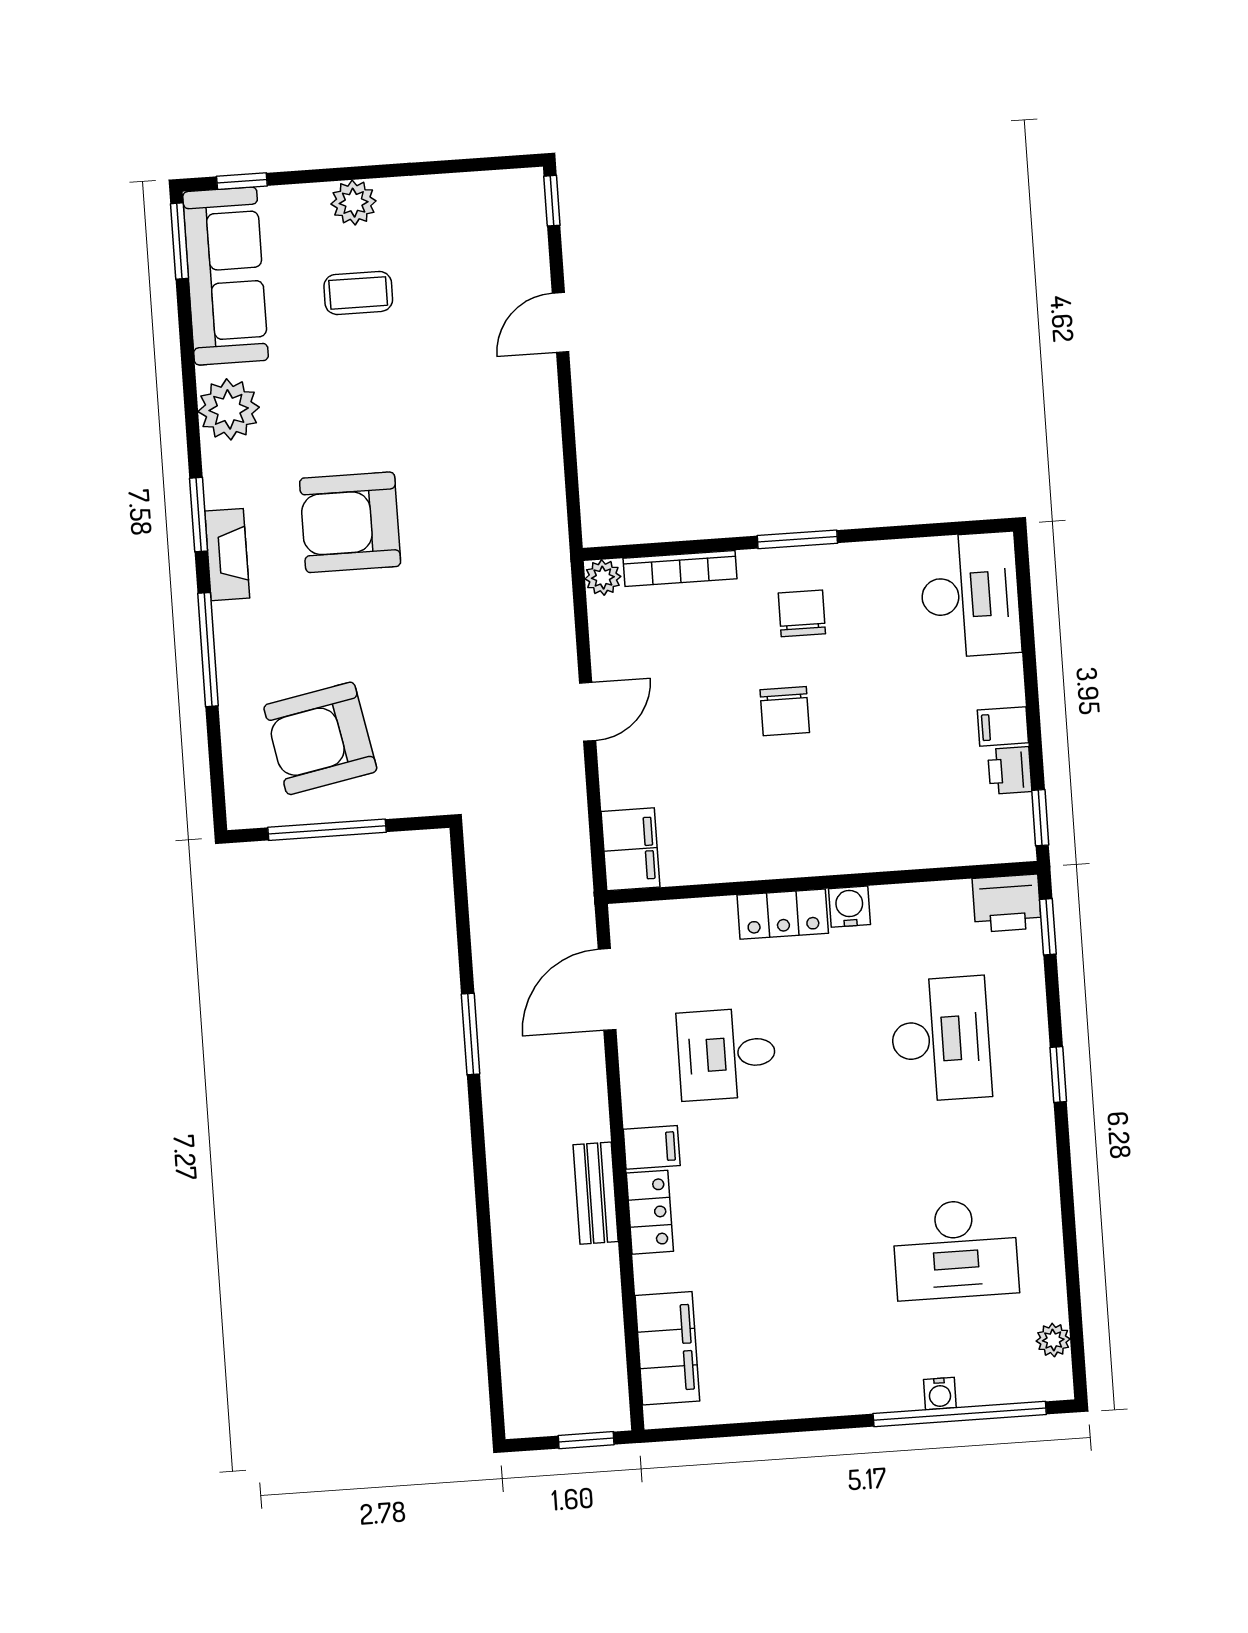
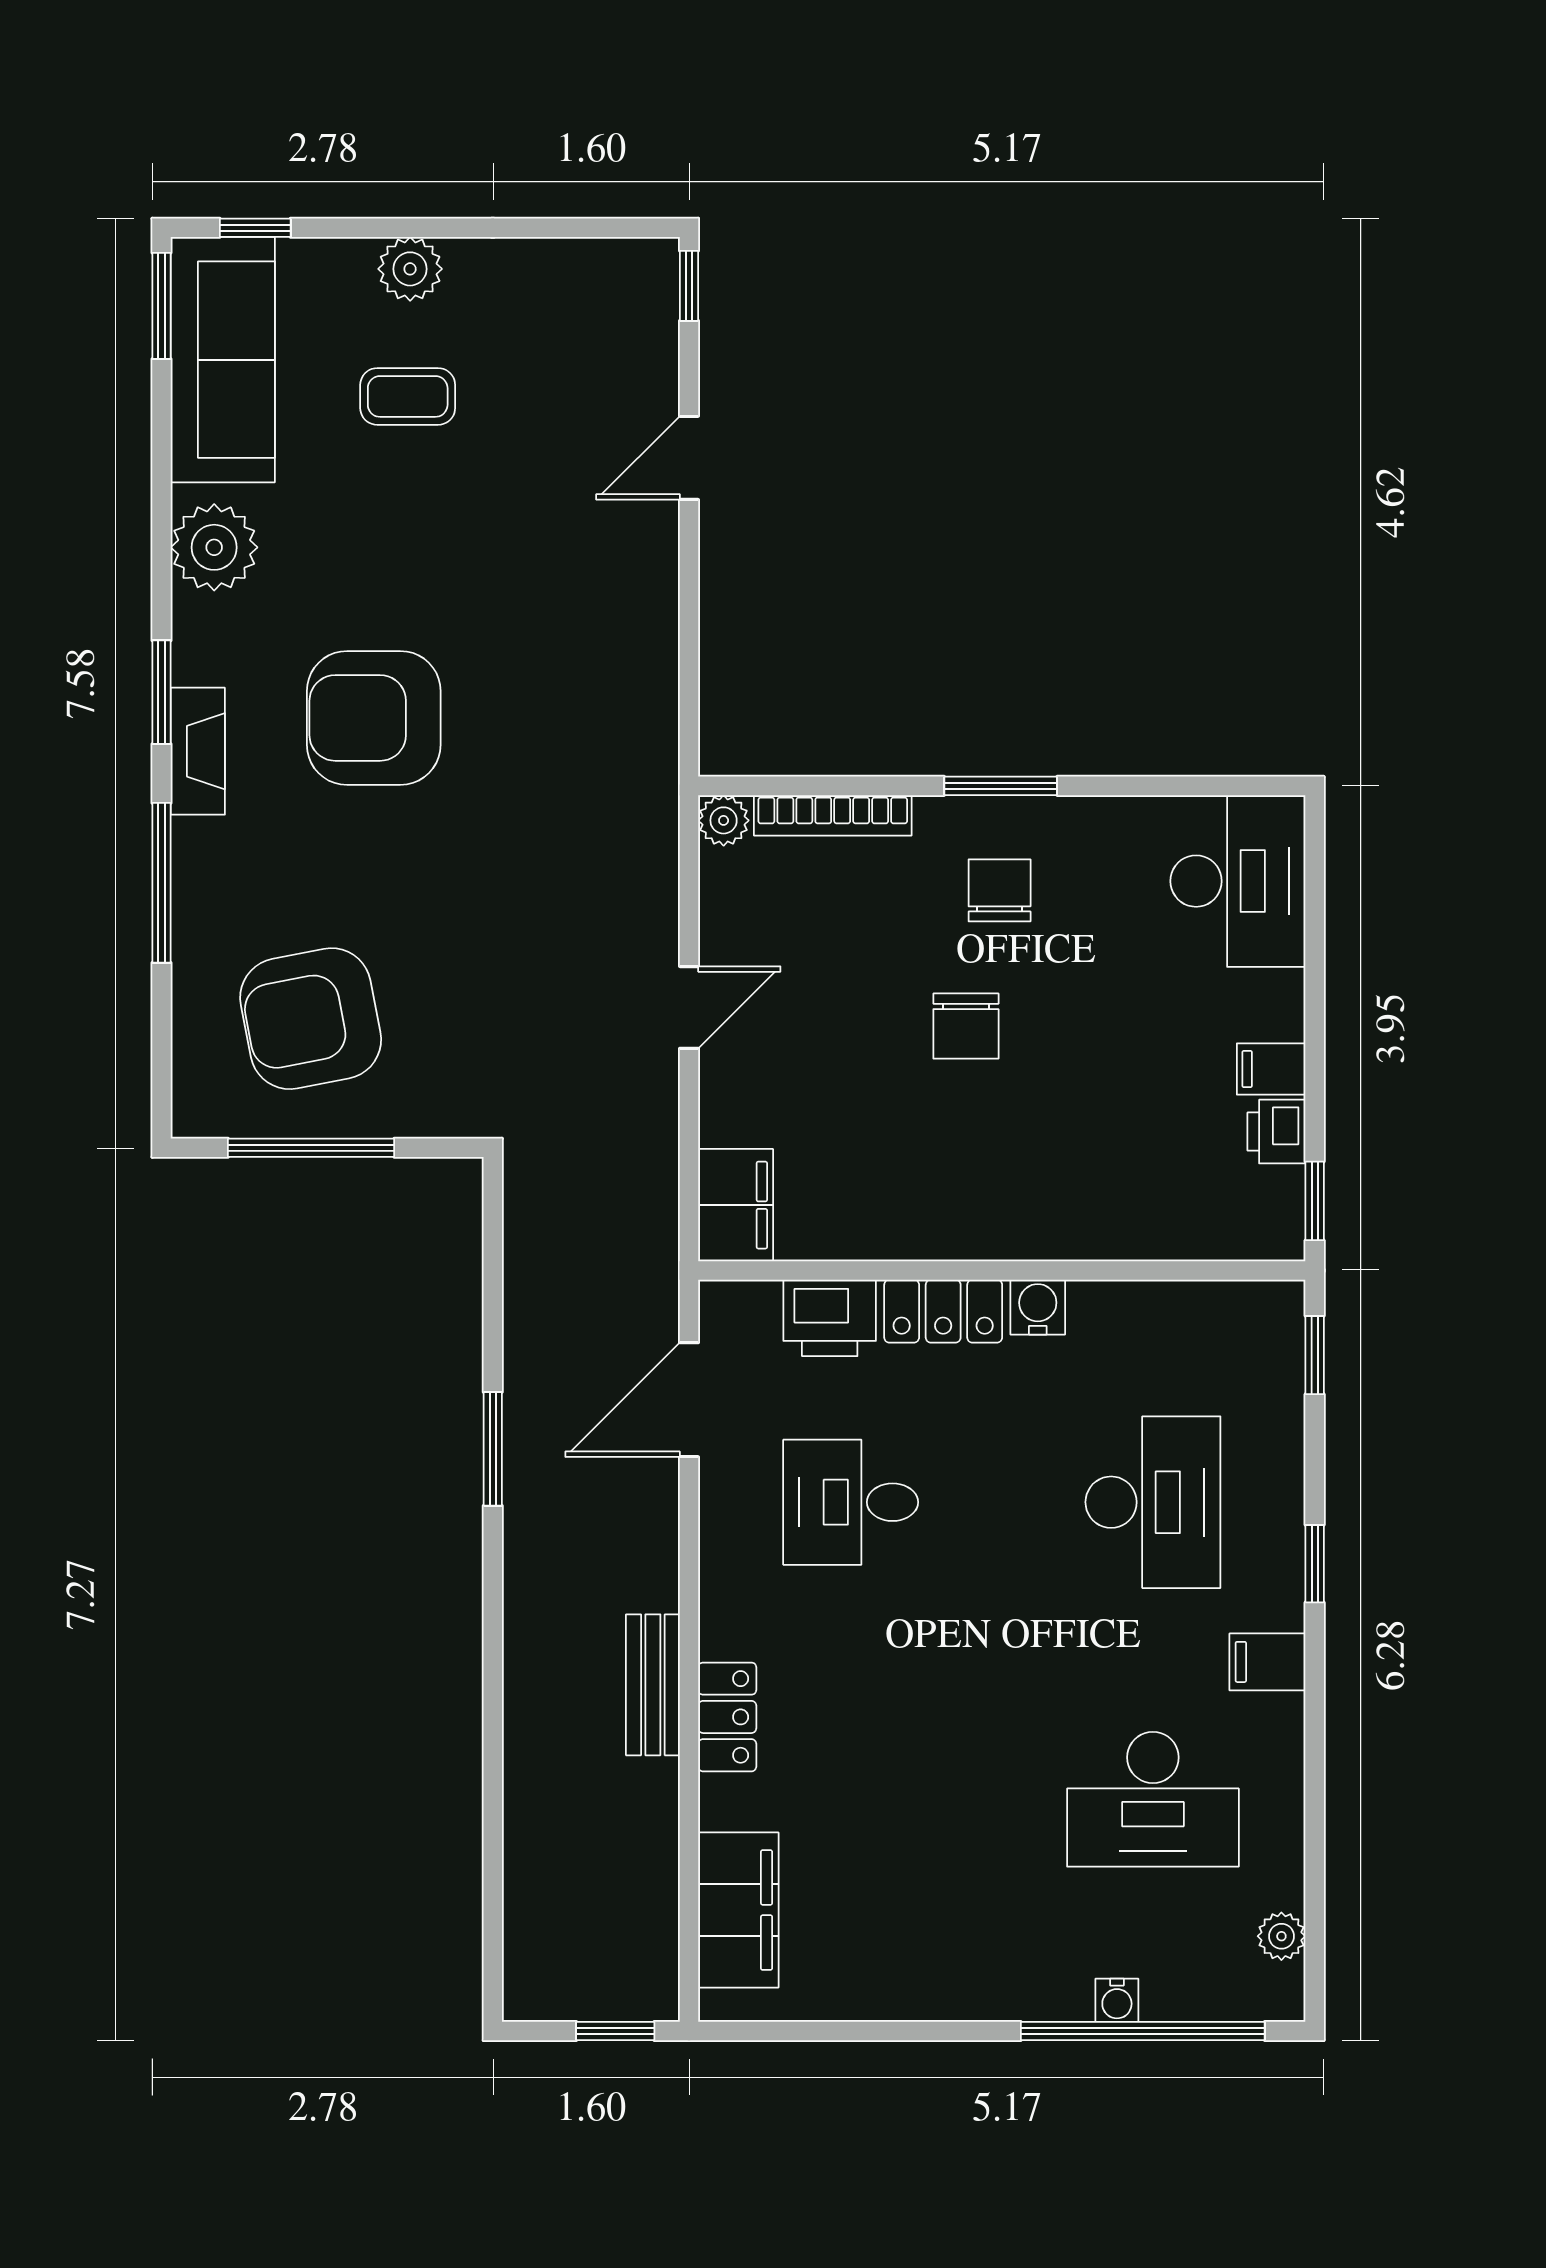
printer: (1007, 903) -> (830, 1318), moved
filing cabinet: (652, 1147) -> (1267, 1662), moved, turned 180

